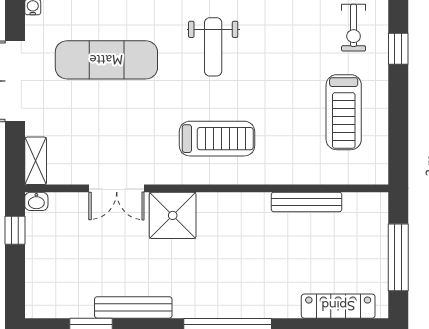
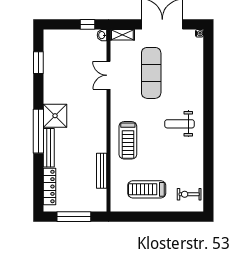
window: (398, 49) -> (179, 217), removed
exercise mat: (106, 60) -> (151, 73), moved
treadmill: (217, 139) -> (128, 140), moved
shower: (173, 215) -> (55, 116), moved
bench: (133, 307) -> (49, 148), moved

